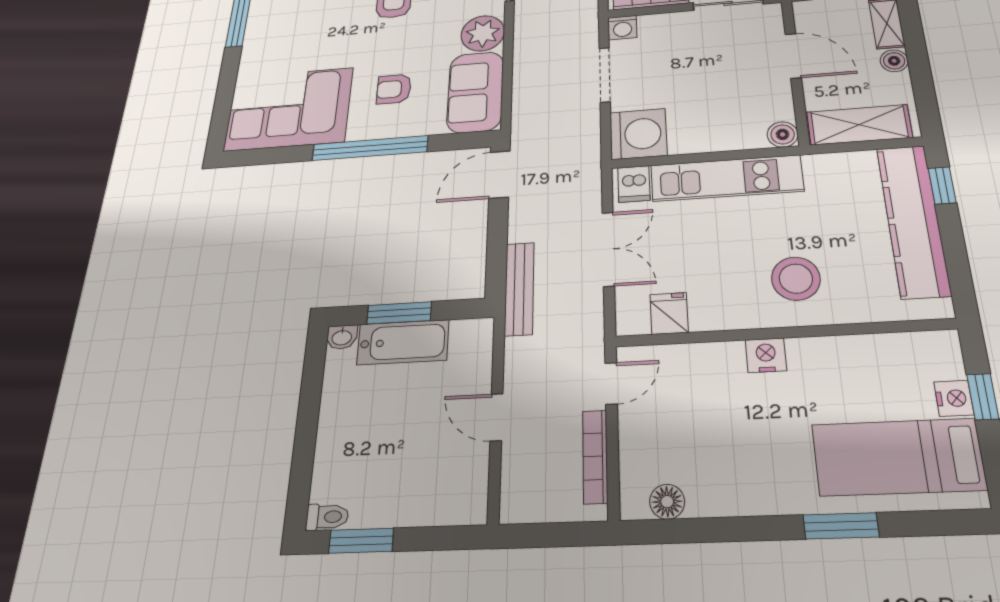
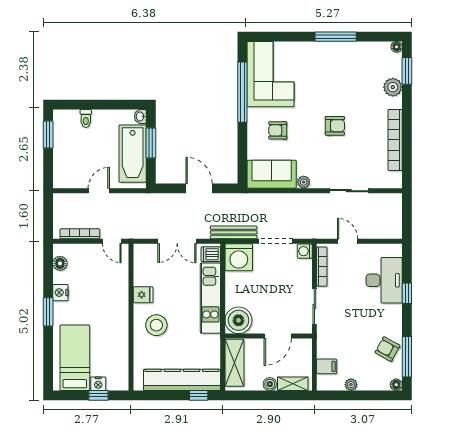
plant: (483, 33) -> (304, 182), width x0.53, depth x0.53
armchair: (394, 89) -> (278, 130), turned -90
boiler: (783, 134) -> (238, 320), width x1.86, depth x1.86
window: (370, 148) -> (242, 92), moved
door: (499, 175) -> (199, 188), moved
bench: (519, 289) -> (234, 232), moved
fridge: (669, 313) -> (143, 295), moved
bathtub: (403, 342) -> (133, 154), width x1.36, depth x1.36
nightstand: (766, 355) -> (60, 293), moved, turned 180
toilet: (327, 517) -> (86, 118), moved
window: (841, 526) -> (48, 312), moved

